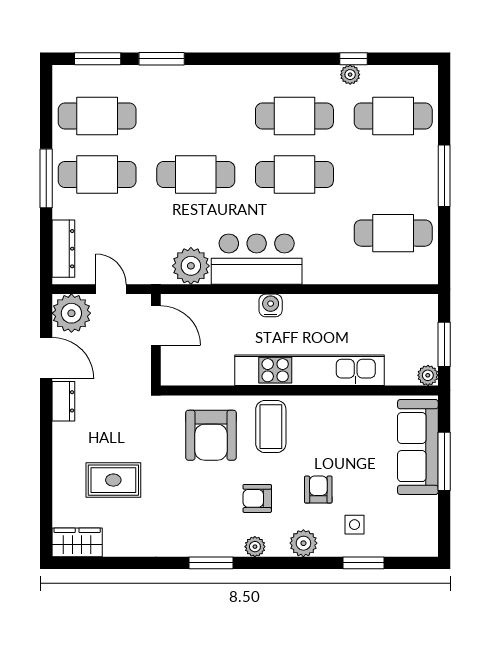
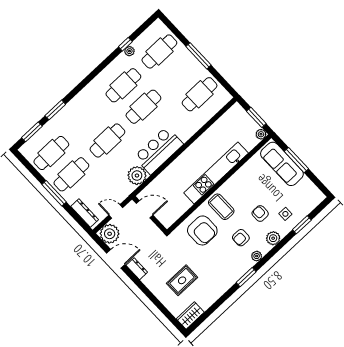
water cooler: (271, 305) -> (180, 163), removed

